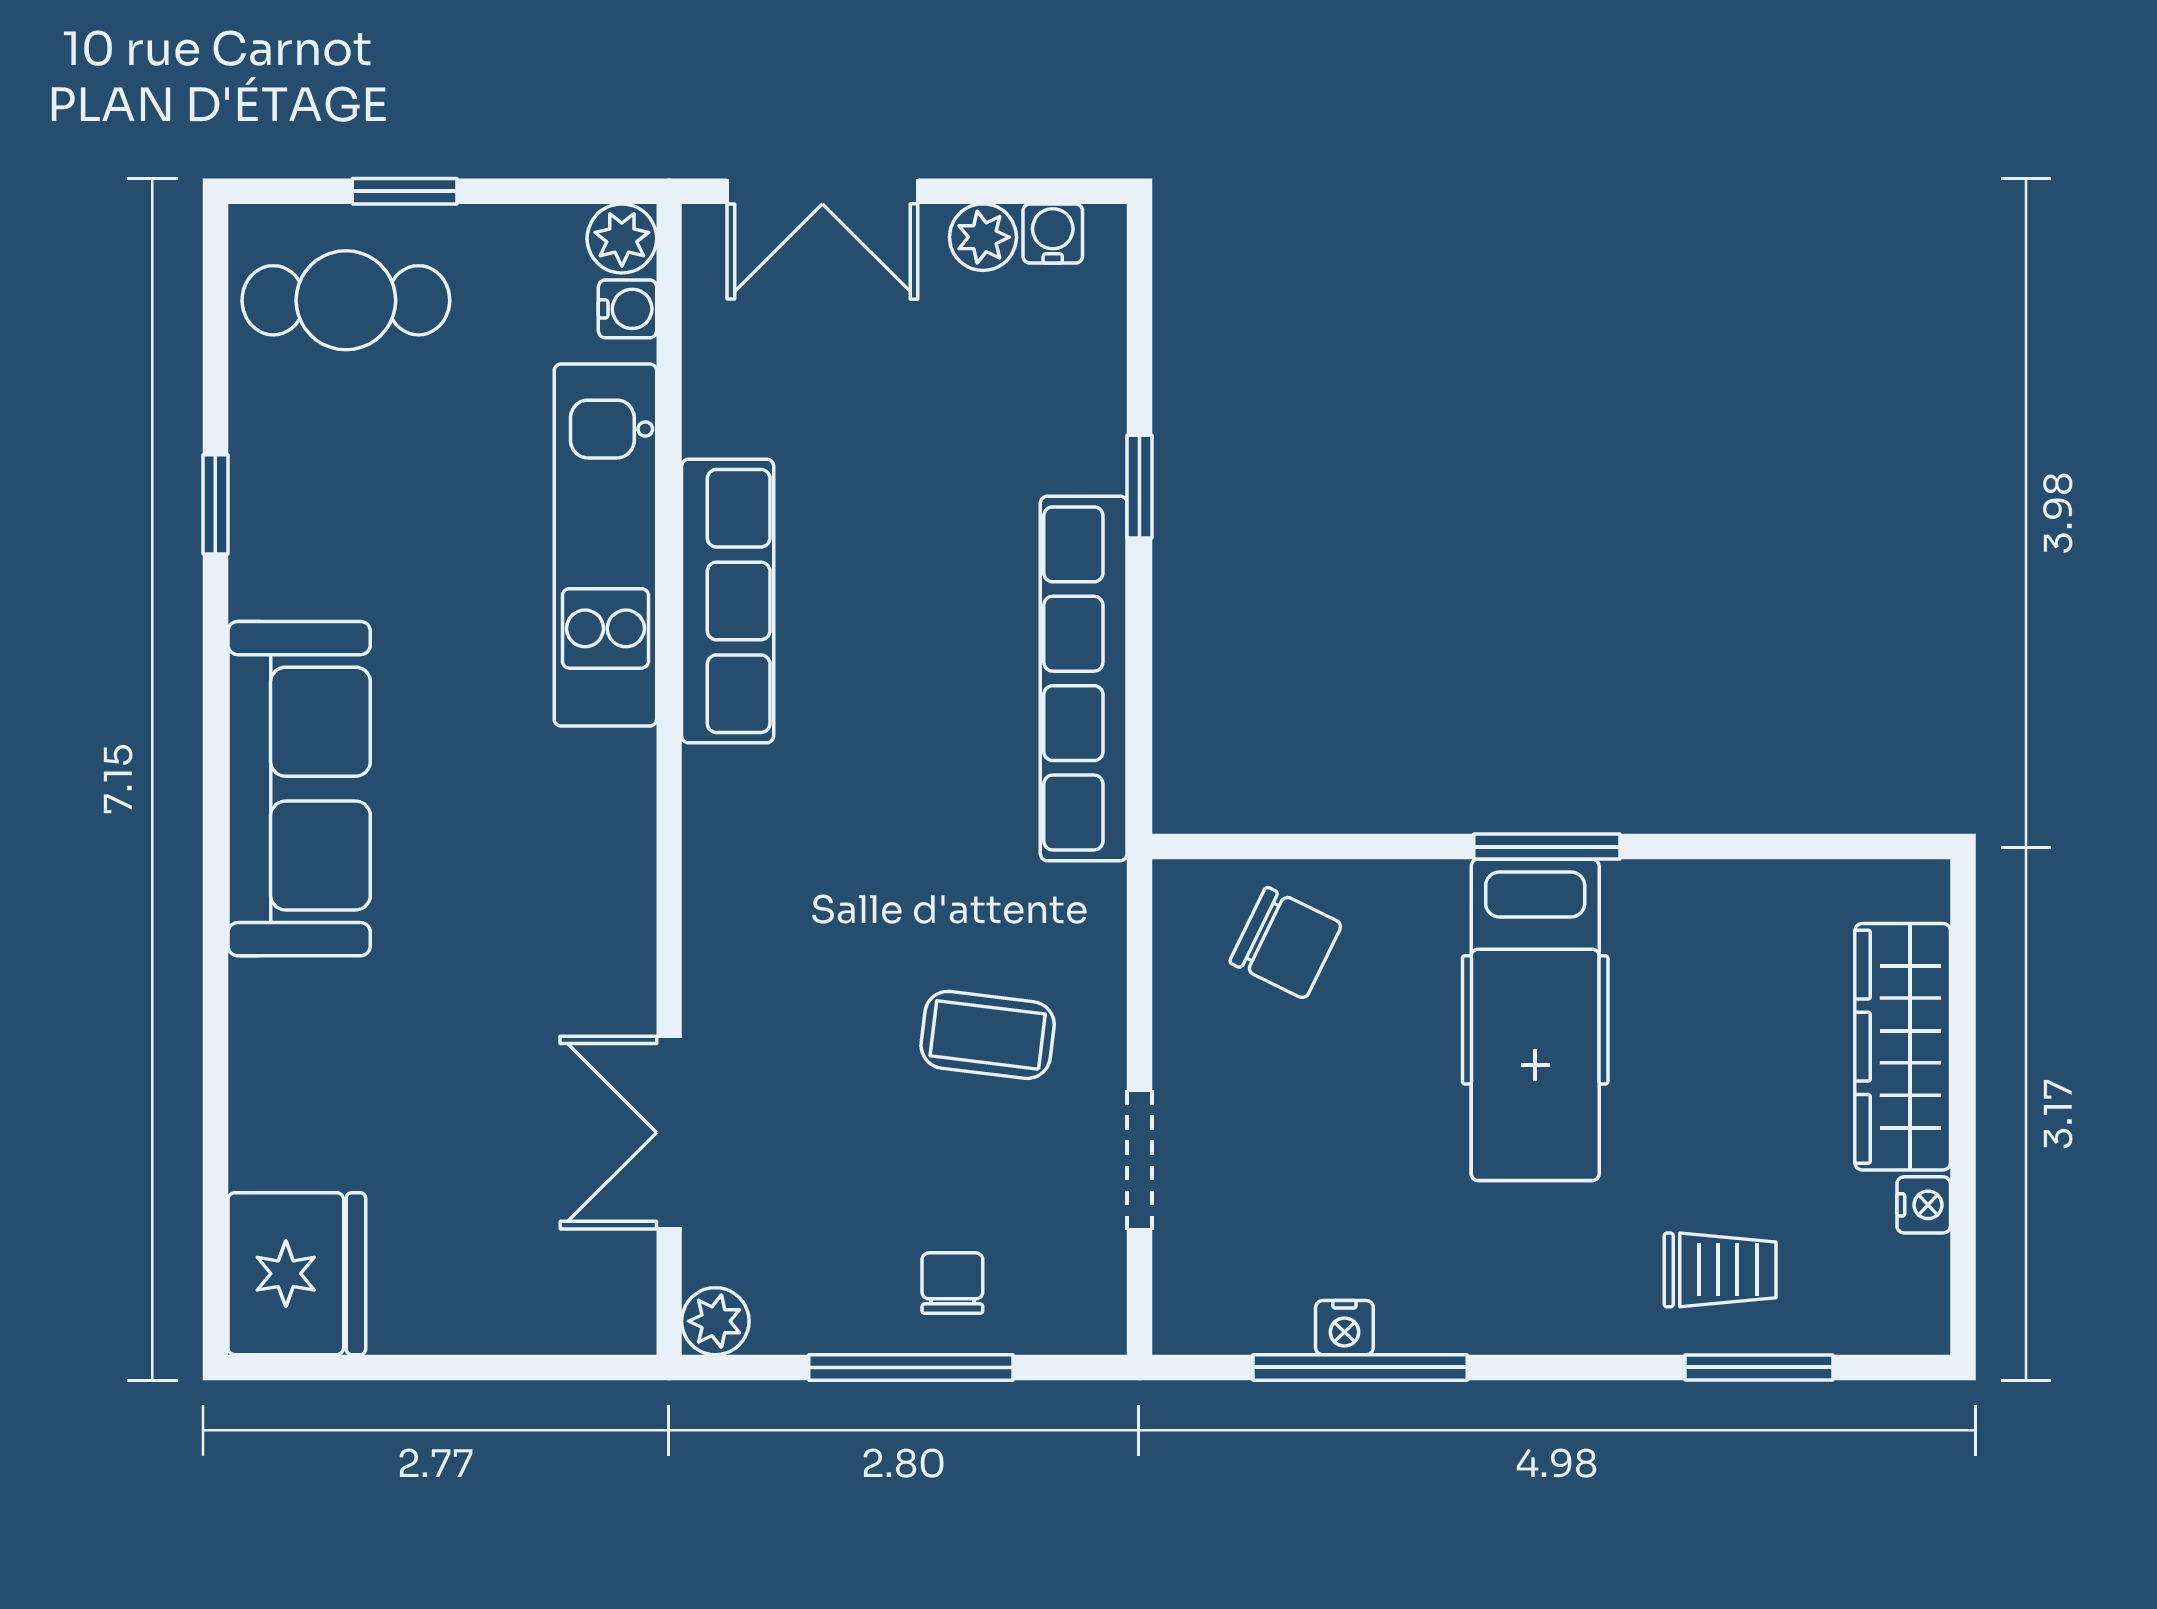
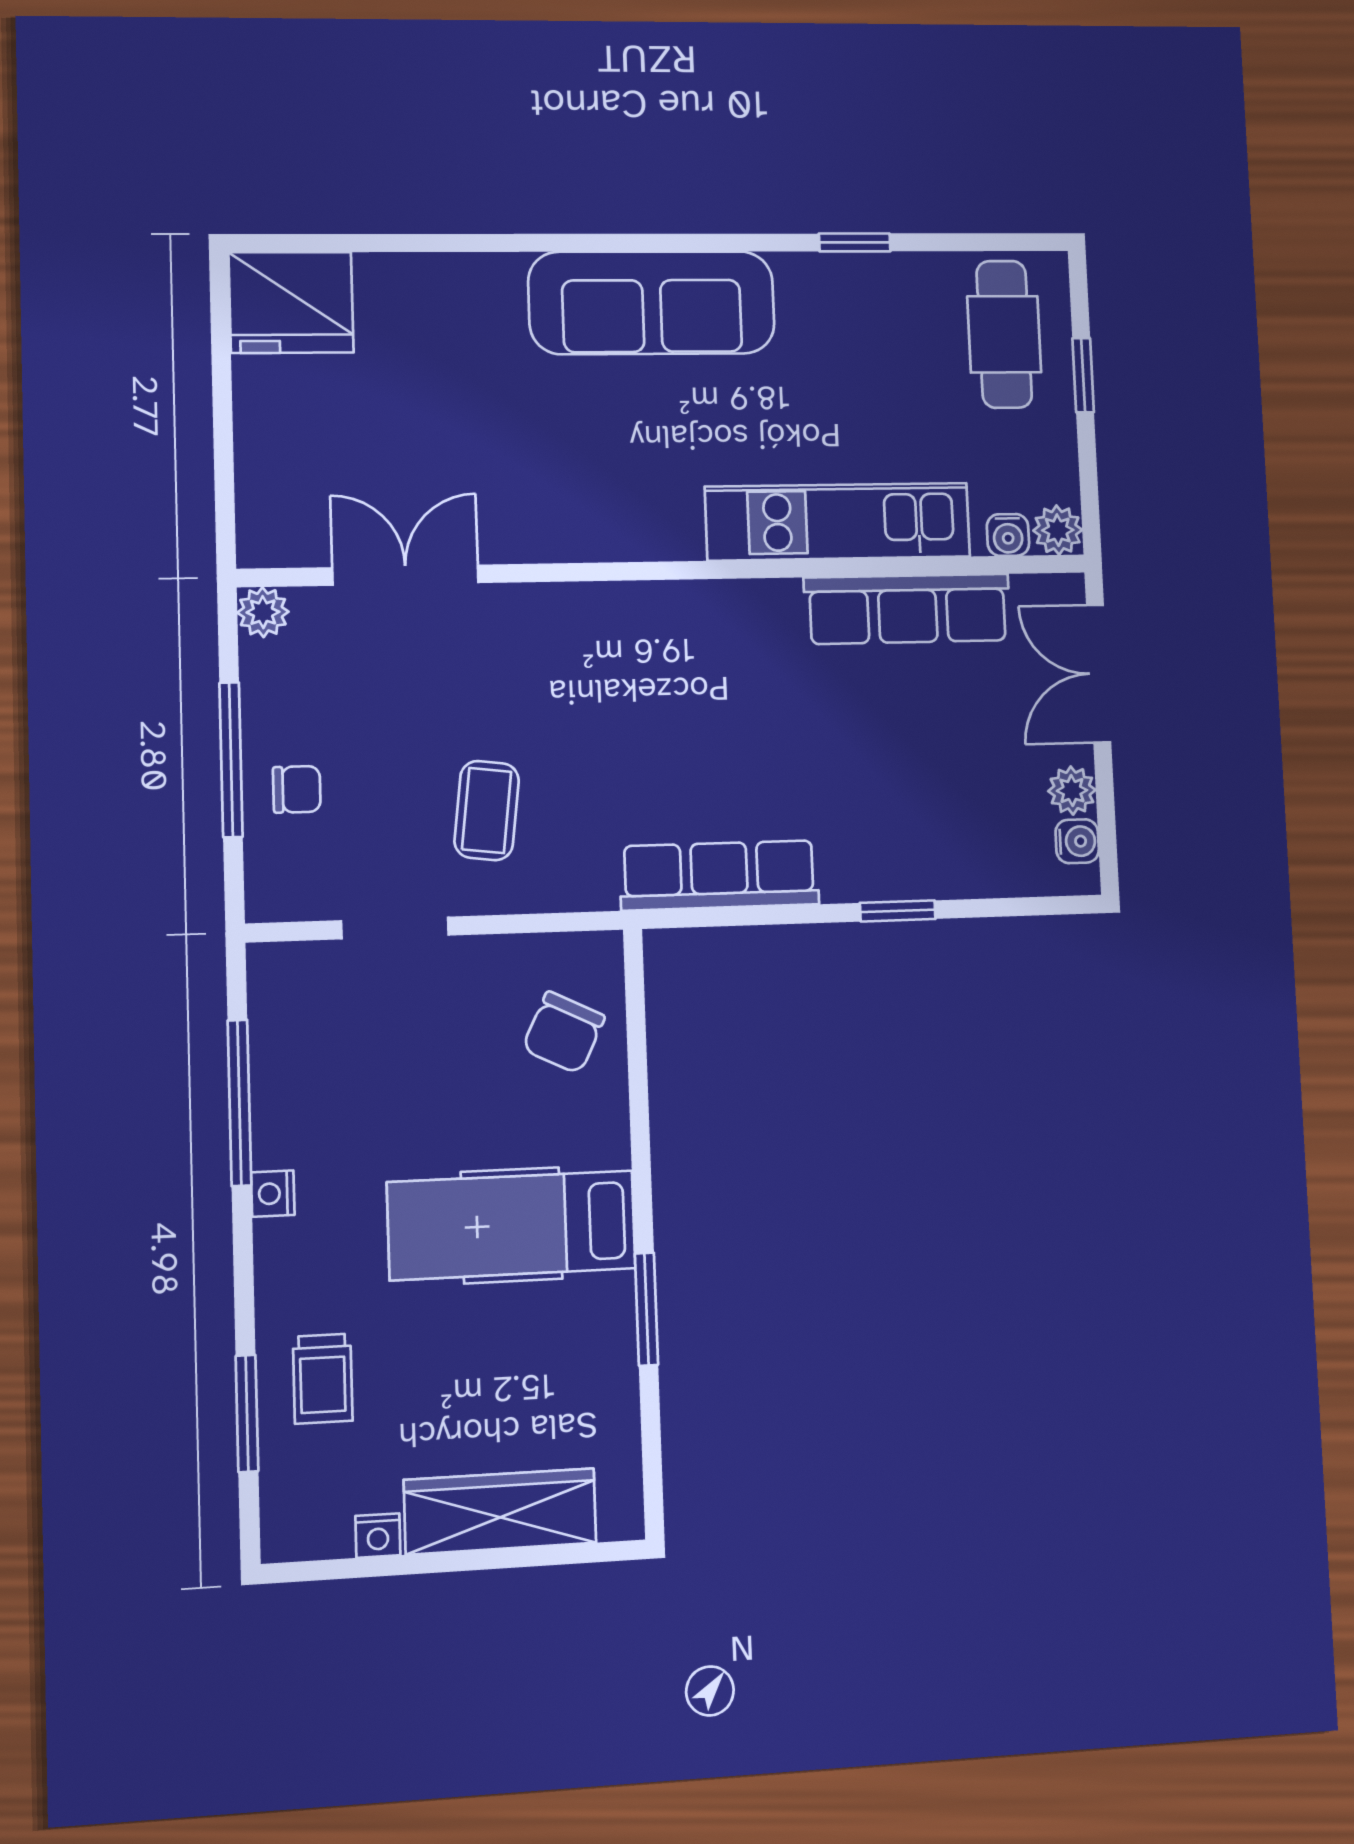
row of seats: (728, 601) -> (908, 609), moved
row of seats: (1084, 678) -> (719, 875), width x0.73
window: (1547, 847) -> (646, 1309), moved
nightstand: (1344, 1328) -> (273, 1194), moved

